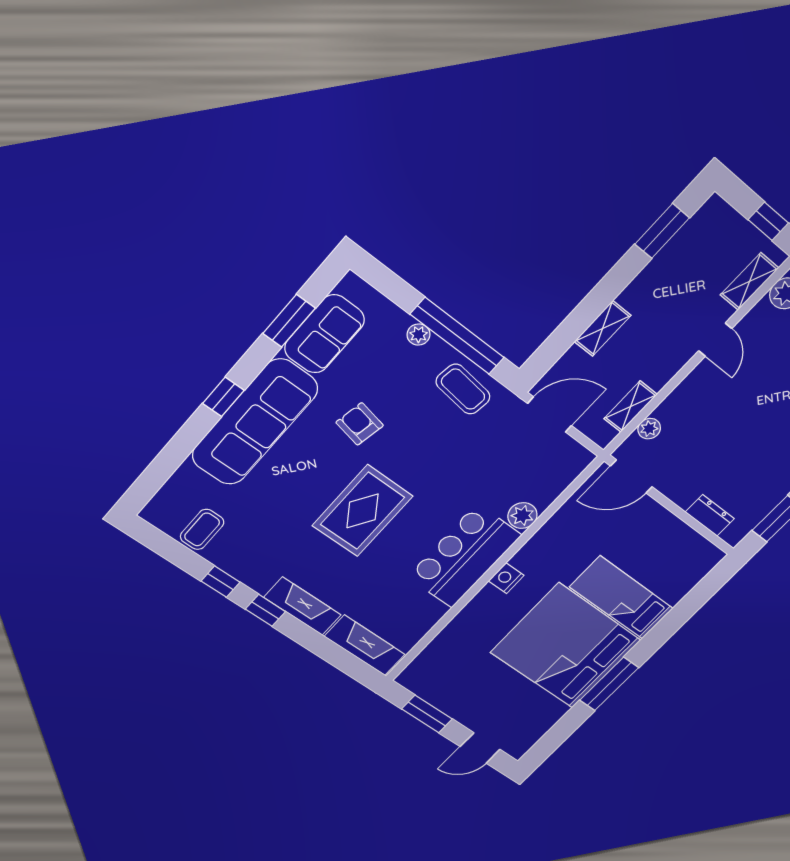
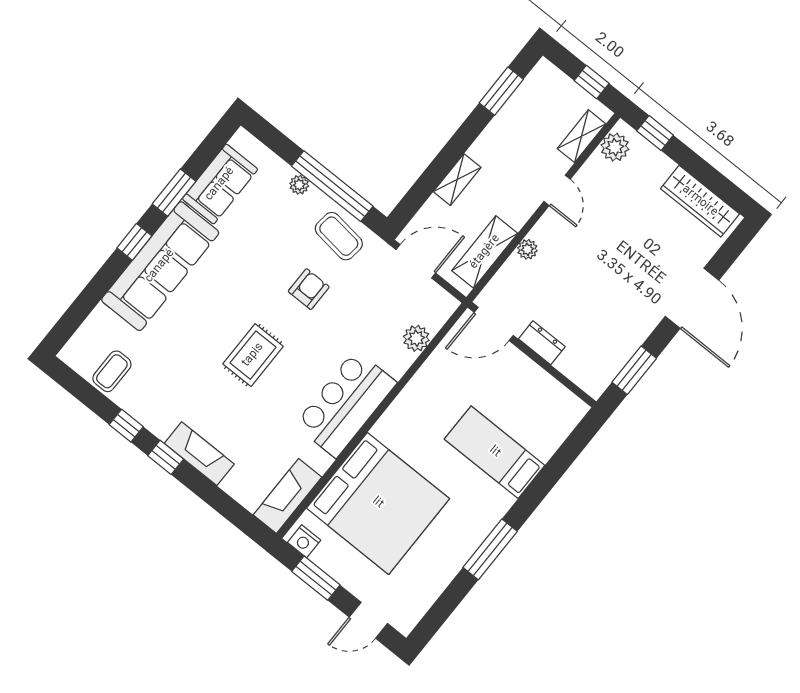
window: (289, 321) -> (174, 193), moved
shelving: (631, 407) -> (485, 252), width x1.50, depth x1.33
armchair: (360, 424) -> (309, 289), moved, turned 79
plant: (649, 429) -> (527, 249), moved
rug: (362, 511) -> (253, 355), width x0.73, depth x0.70
dresser: (710, 515) -> (542, 343), moved
plant: (522, 516) -> (416, 338), moved
nightstand: (506, 578) -> (304, 541), moved, turned -90
fireplace: (365, 645) -> (287, 496), moved, turned -90
bed: (566, 646) -> (378, 503), moved, turned 180

